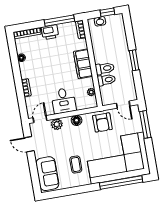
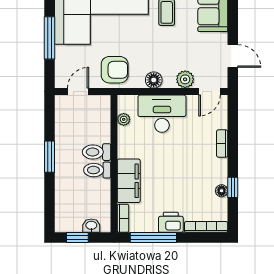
window: (15, 61) -> (233, 187), added
filing cabinet: (83, 64) -> (129, 181), moved
toilet: (106, 80) -> (97, 170), moved
desk: (63, 101) -> (162, 114), width x1.37
door: (123, 105) -> (78, 92), hinge flipped
armchair: (102, 122) -> (115, 70), turned 90
window: (145, 124) -> (49, 38), moved

